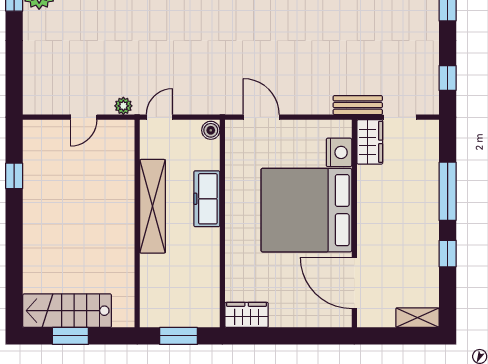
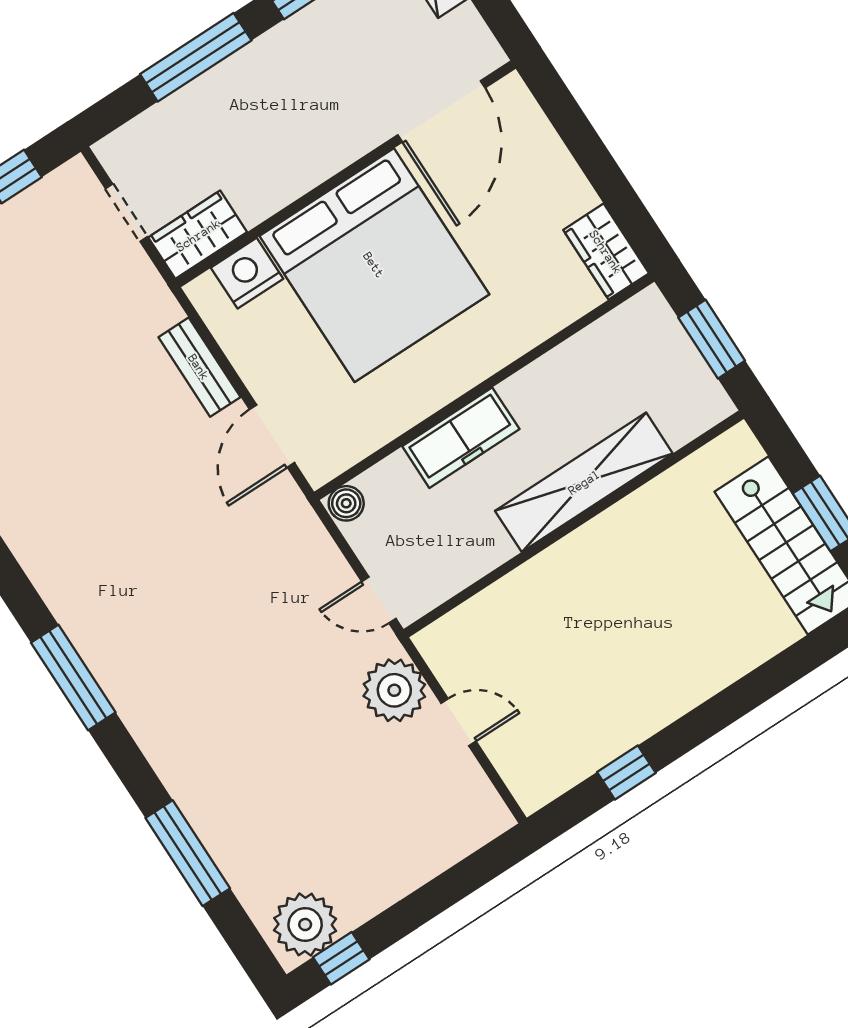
bench: (358, 105) -> (199, 367), moved
plant: (123, 106) -> (394, 690), width x1.88, depth x1.88
shelving: (153, 206) -> (584, 482), moved

